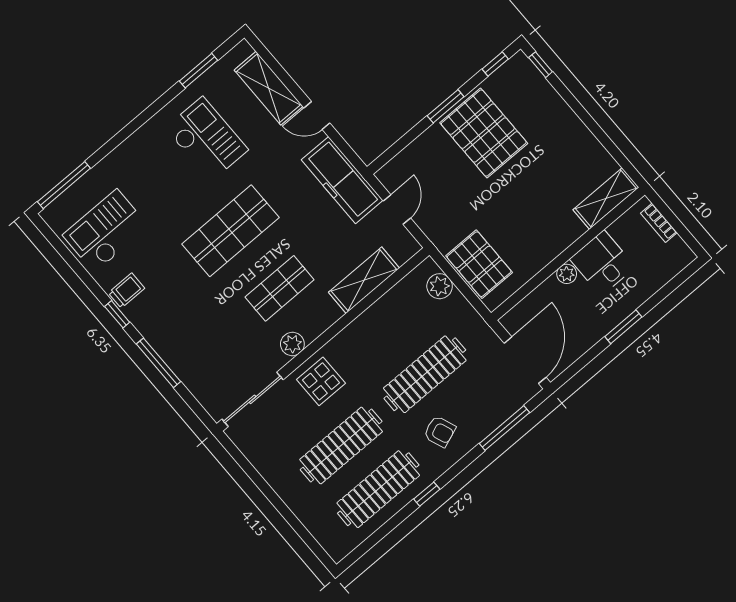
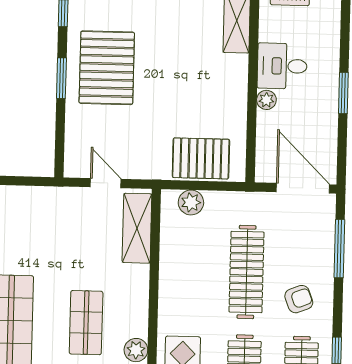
pallet: (484, 133) -> (107, 68), turned 90
freezer: (342, 180) -> (47, 204), removed
shelving: (364, 280) -> (137, 228), moved

